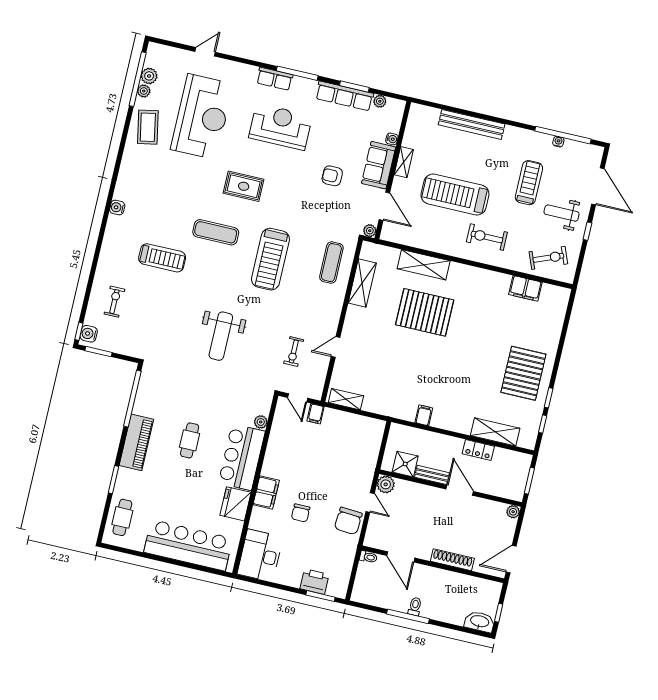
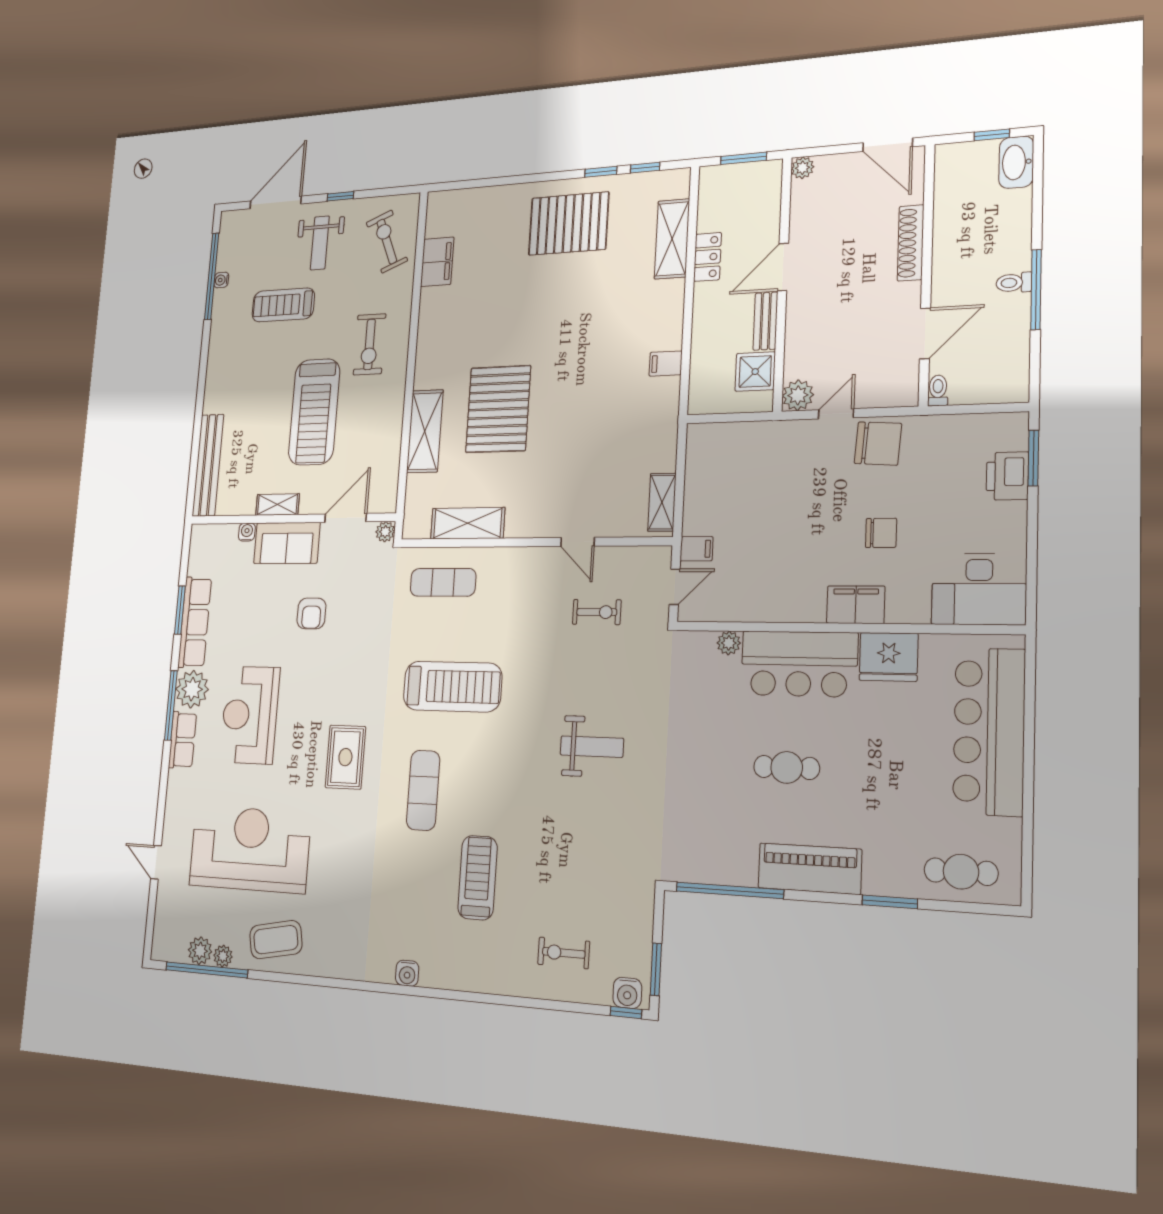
plant: (380, 101) -> (192, 689), moved, width x1.88, depth x1.88
bench: (472, 124) -> (208, 465), moved
weight bench: (221, 336) -> (592, 747), width x0.73, depth x0.75

